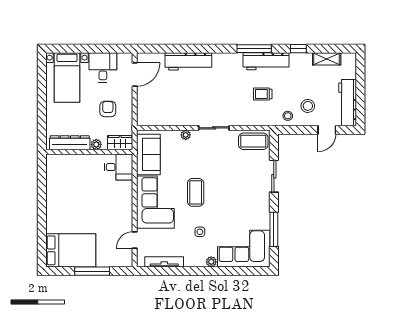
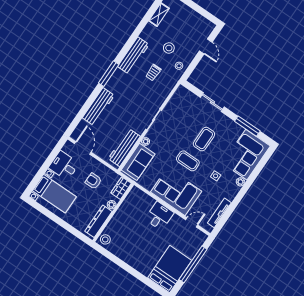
window: (254, 49) -> (109, 74), moved
window: (298, 49) -> (140, 29), removed
workbench: (348, 103) -> (124, 148), moved, turned 90
stool: (308, 106) -> (169, 48), moved
coffee table: (253, 141) -> (204, 139), moved
sofa: (148, 154) -> (138, 162), moved, turned 90
stool: (56, 163) -> (105, 239), added
desk: (118, 167) -> (159, 216), moved
door: (135, 240) -> (192, 222), swing flipped
window: (92, 271) -> (193, 264), width x1.46

